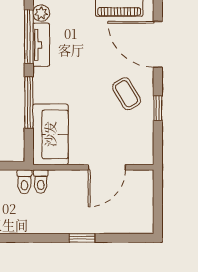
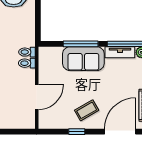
sofa: (50, 134) -> (83, 59), moved
door: (107, 167) -> (37, 97), swing flipped
toilet: (24, 182) -> (27, 63), moved

